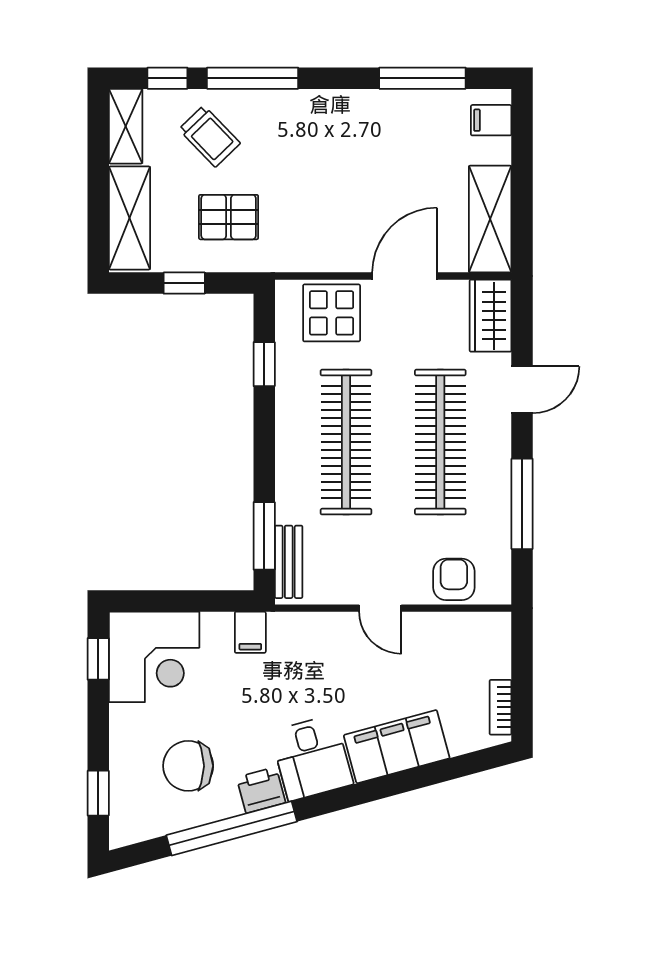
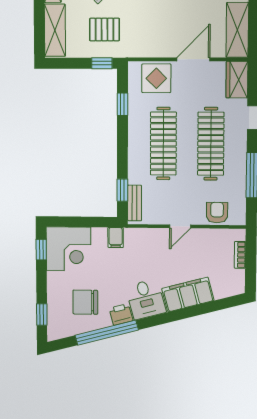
window: (184, 283) -> (102, 63), moved
window: (264, 536) -> (122, 190), width x0.67
door: (380, 608) -> (180, 226), hinge flipped
bookcase: (501, 707) -> (240, 255), moved

